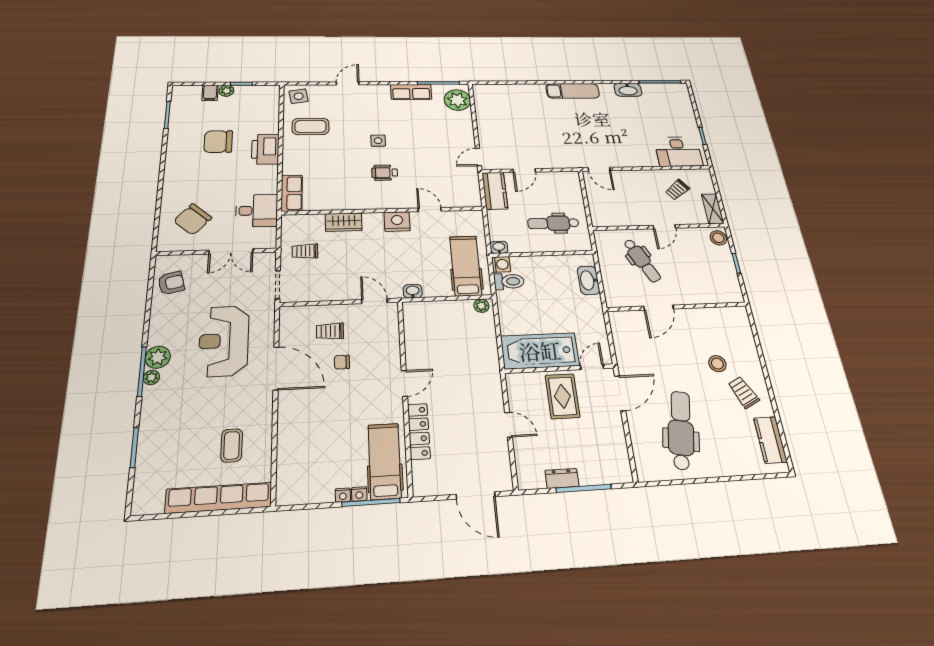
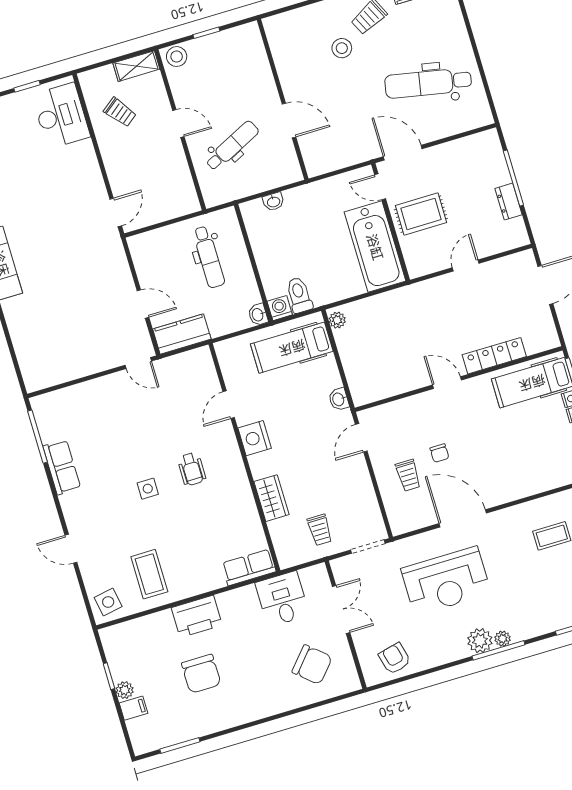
plant: (457, 100) -> (58, 407), removed
washbasin: (588, 280) -> (273, 202), width x0.52, depth x0.69
door: (276, 368) -> (463, 518), hinge flipped

